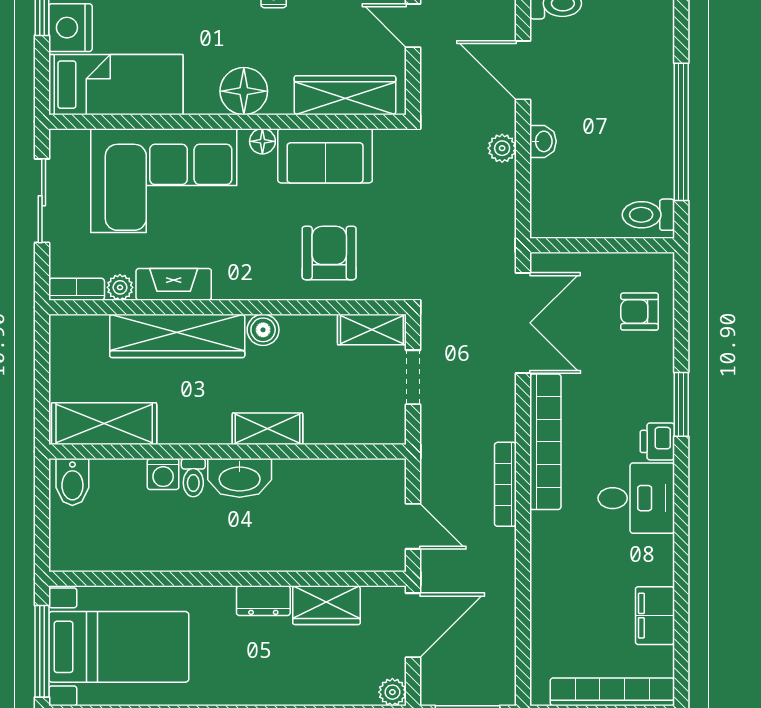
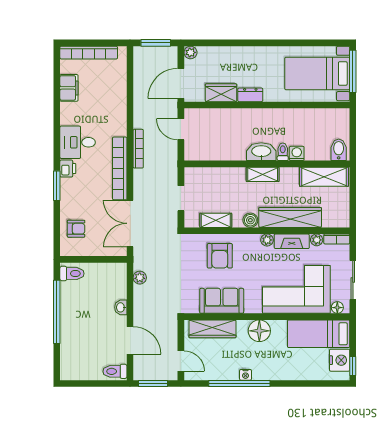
floor lamp: (262, 141) -> (337, 308), moved
plant: (502, 148) -> (140, 278), moved
plant: (227, 287) -> (267, 240), added
shelving: (372, 330) -> (216, 220), moved
shelving: (268, 429) -> (263, 174), moved

